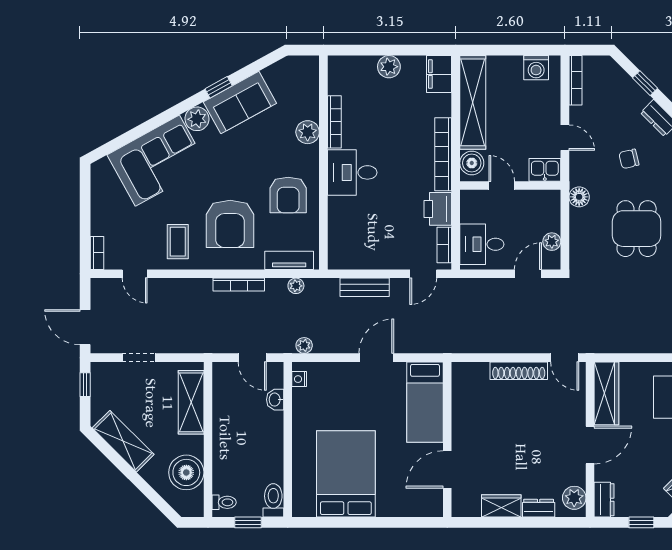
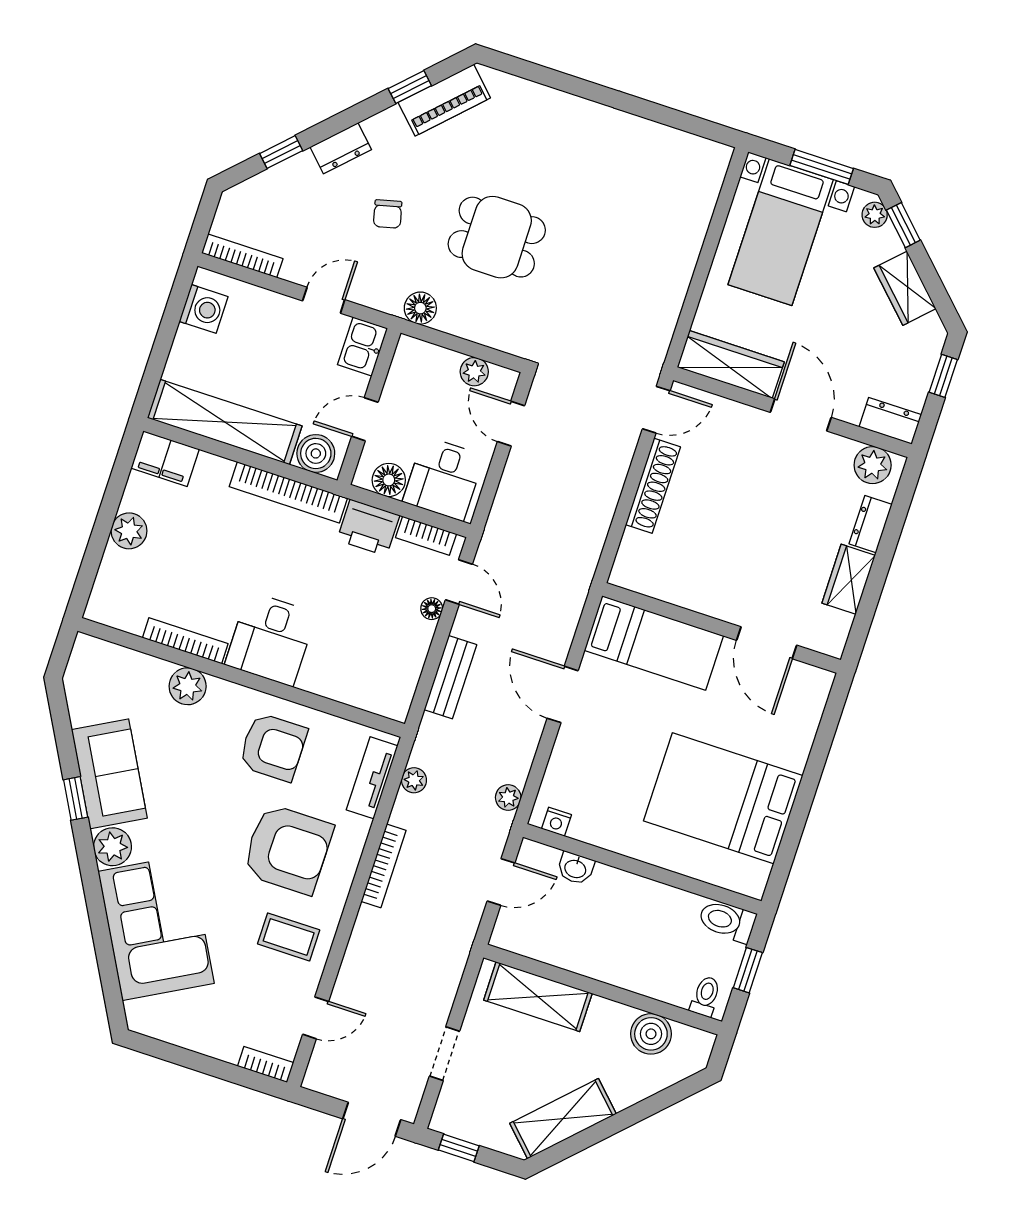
floor lamp: (470, 212) -> (389, 480), added
floor lamp: (402, 263) -> (432, 609), added
boiler: (186, 472) -> (651, 1034), width x0.73, depth x0.73

